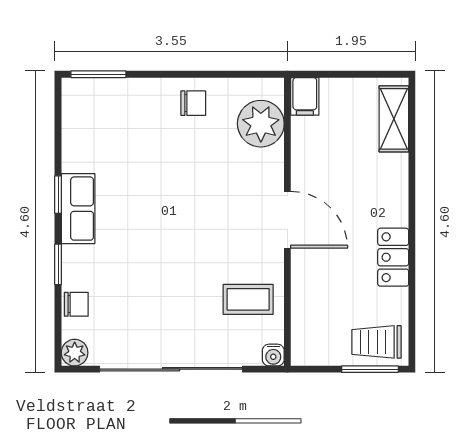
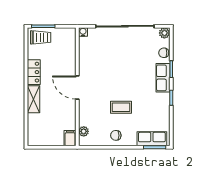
row of seats: (105, 95) -> (152, 139), added
shelving: (394, 119) -> (34, 99), moved
plant: (261, 124) -> (84, 131), width x0.53, depth x0.53
row of seats: (78, 209) -> (163, 78), moved
coffee table: (248, 299) -> (121, 107), moved

